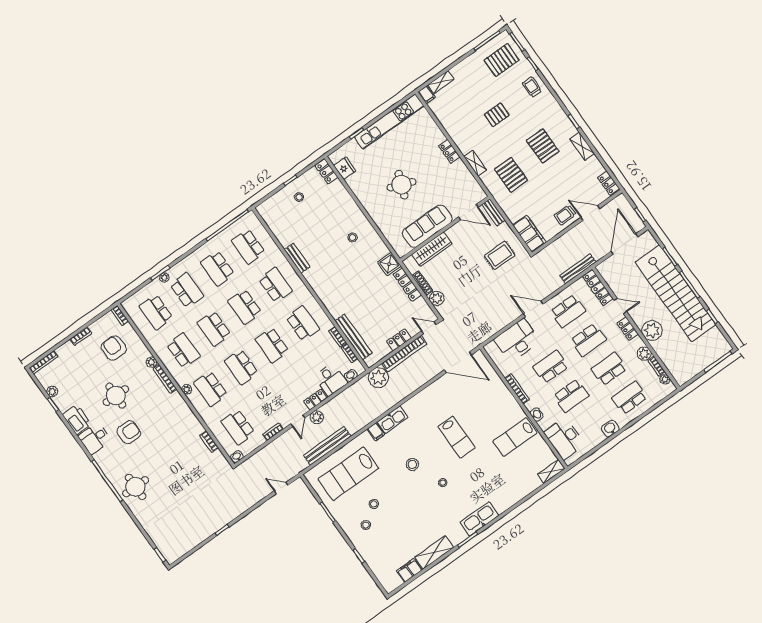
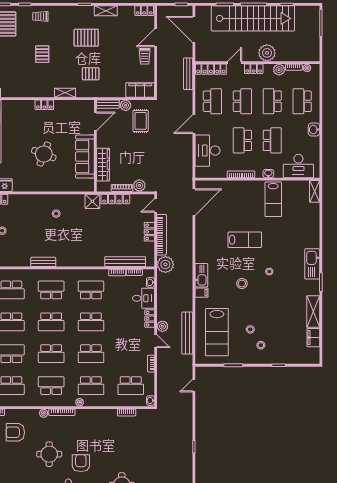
pallet: (511, 175) -> (91, 74), width x0.67, depth x0.71
plant: (504, 230) -> (126, 105), added

